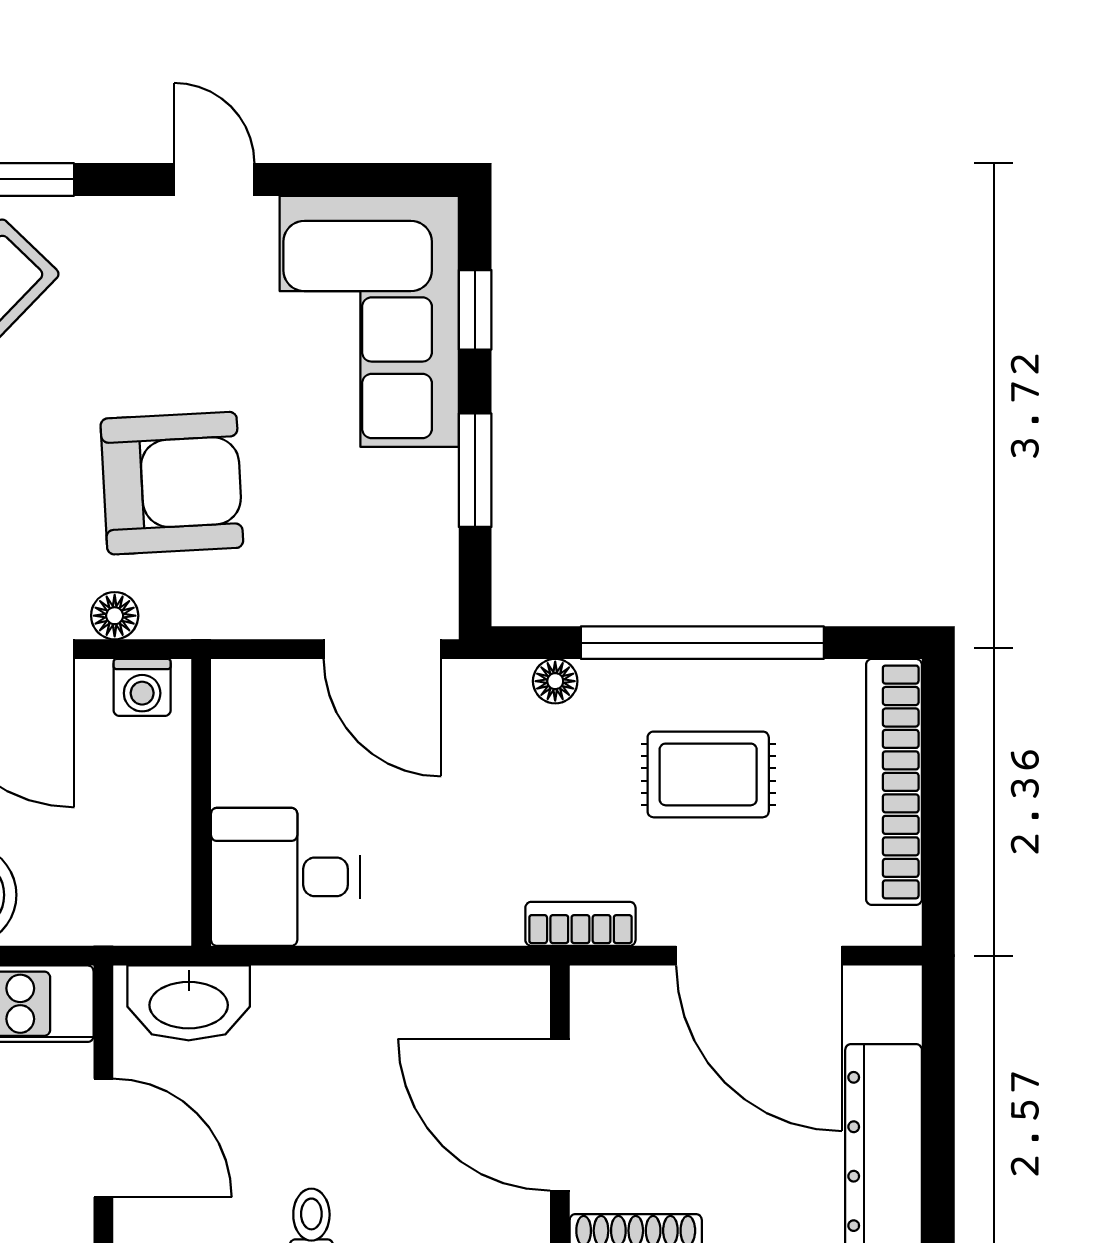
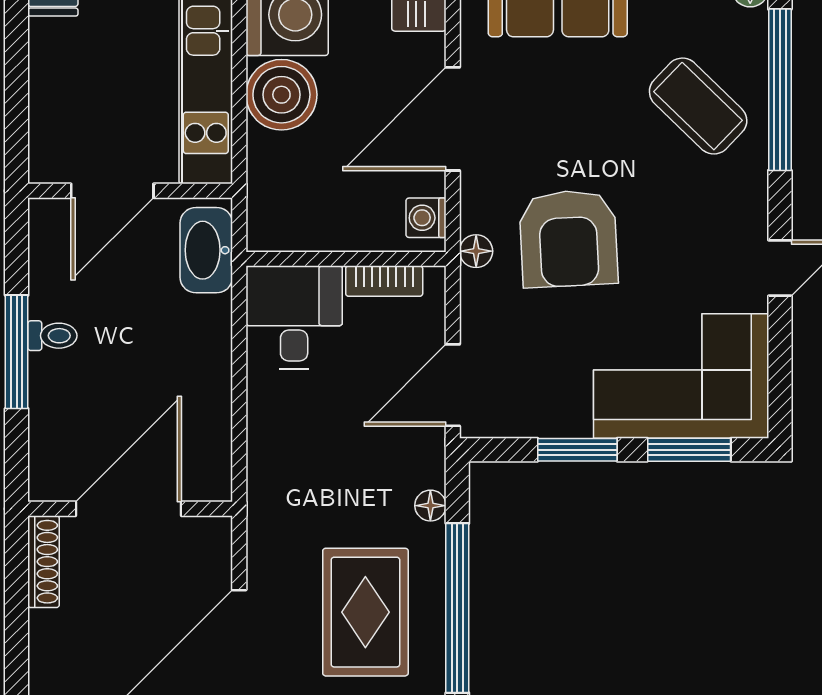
window: (475, 310) -> (689, 450), width x1.50
floor lamp: (115, 616) -> (476, 251), moved
rug: (708, 774) -> (365, 612), width x1.36, depth x1.43
bookcase: (580, 924) -> (384, 281), moved, turned 90

